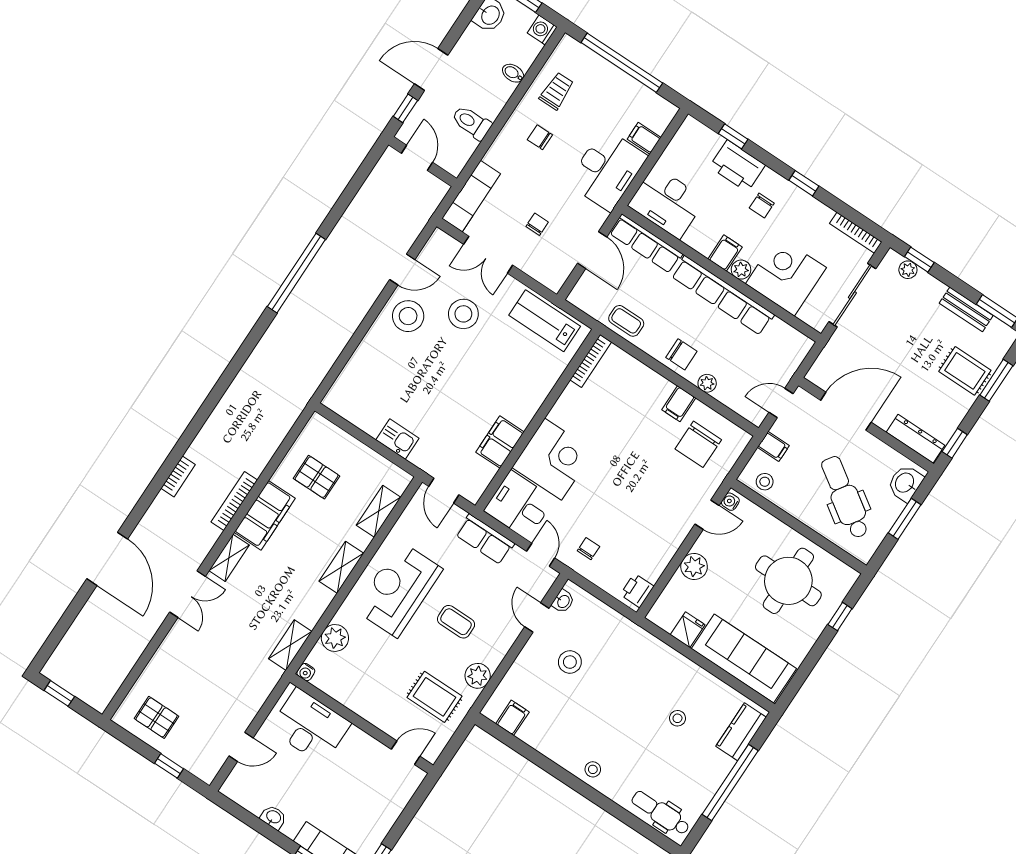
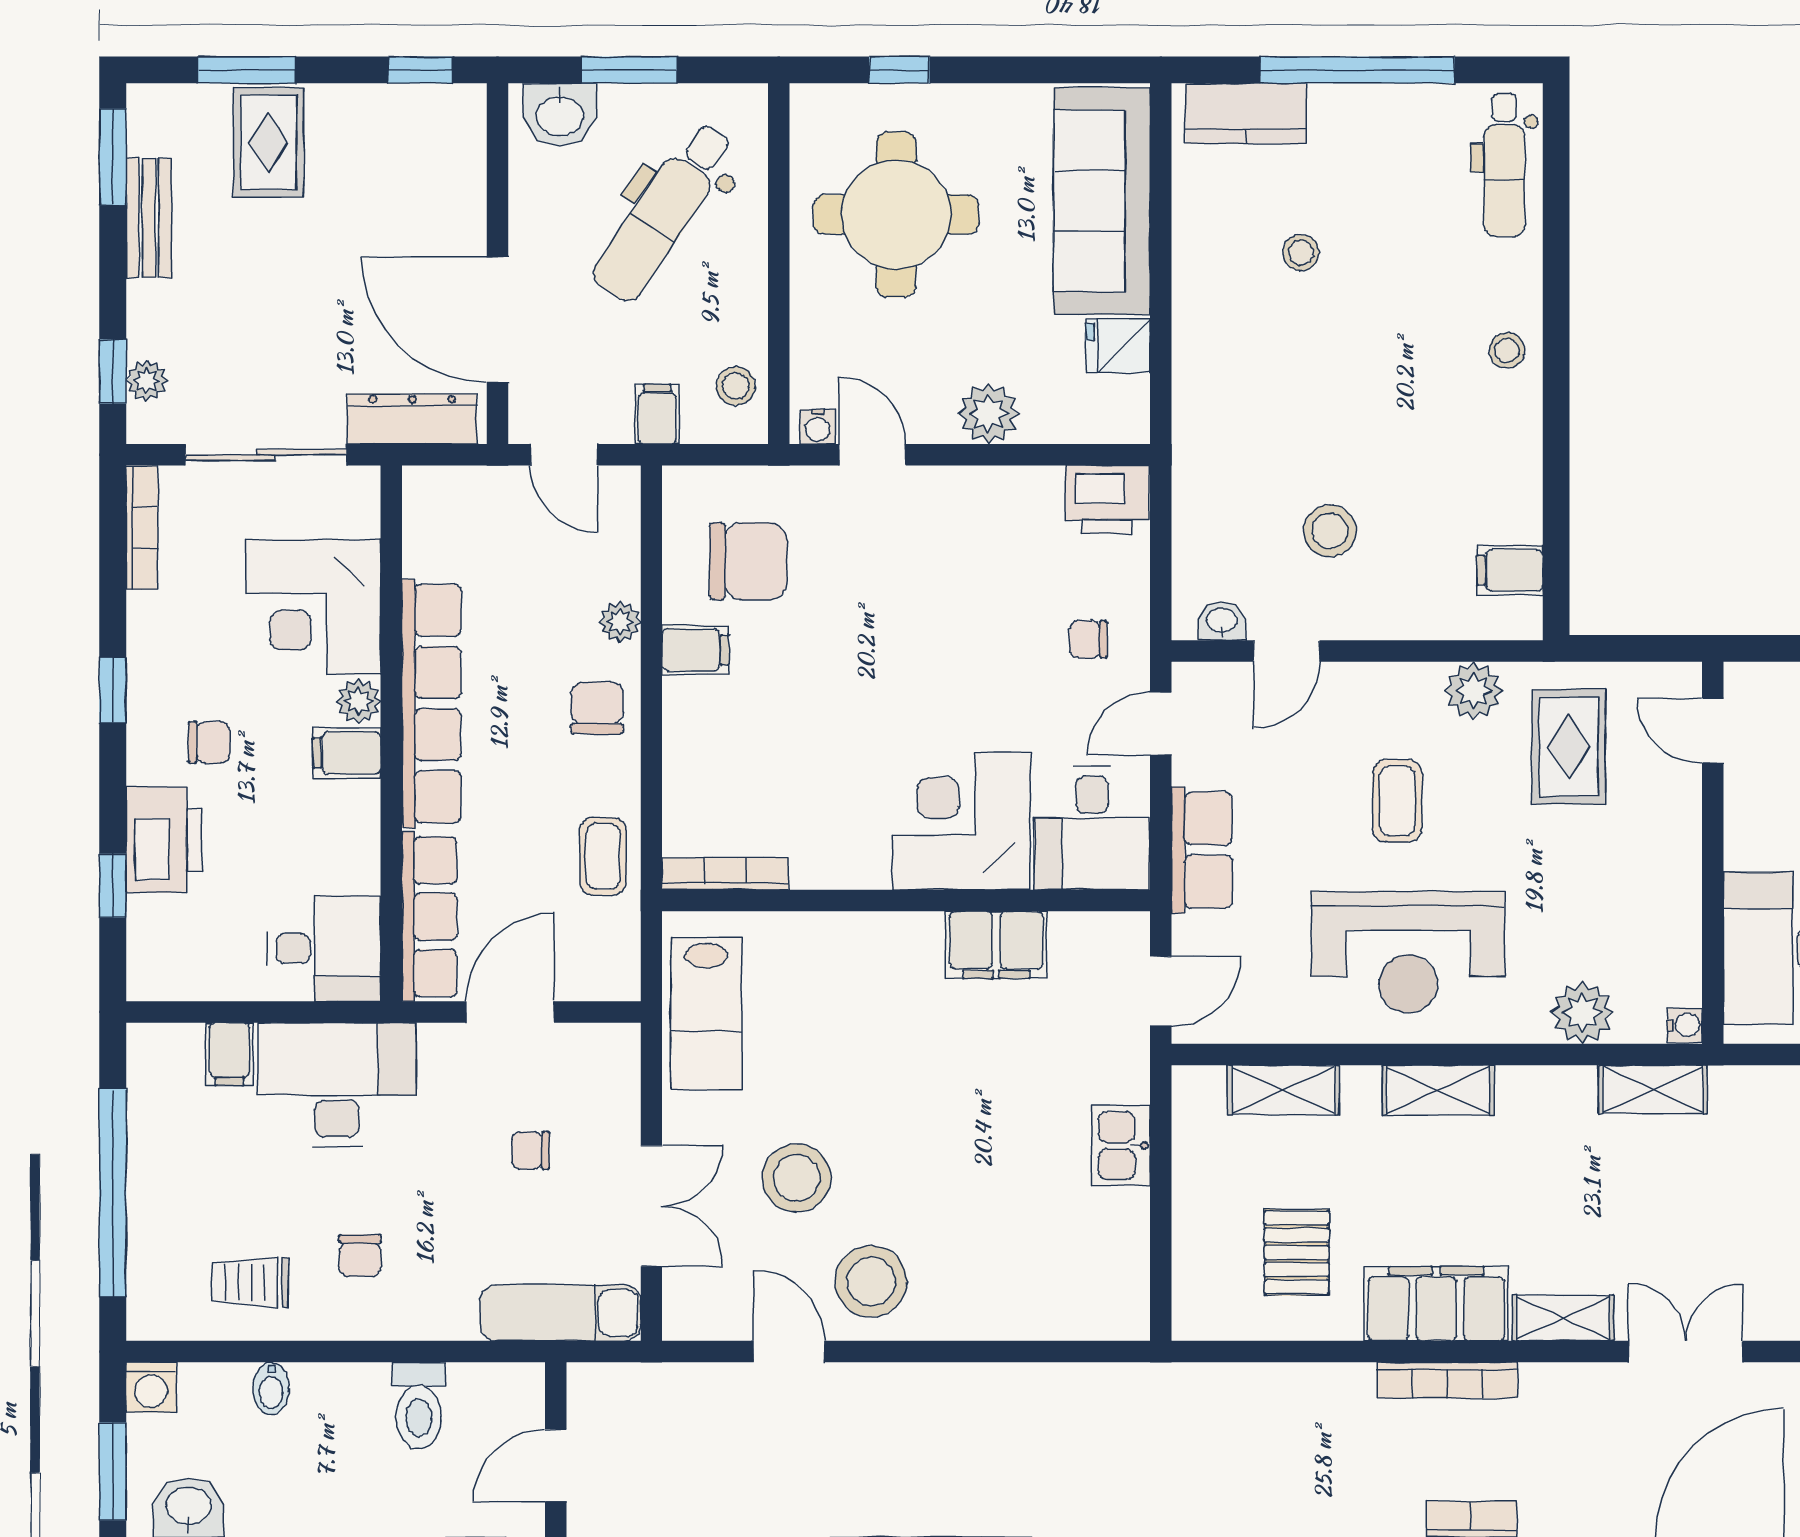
desk: (667, 202) -> (324, 949), width x0.73
dresser: (916, 439) -> (412, 419), moved, turned 90
printer: (637, 590) -> (1107, 499), width x1.36, depth x1.24

